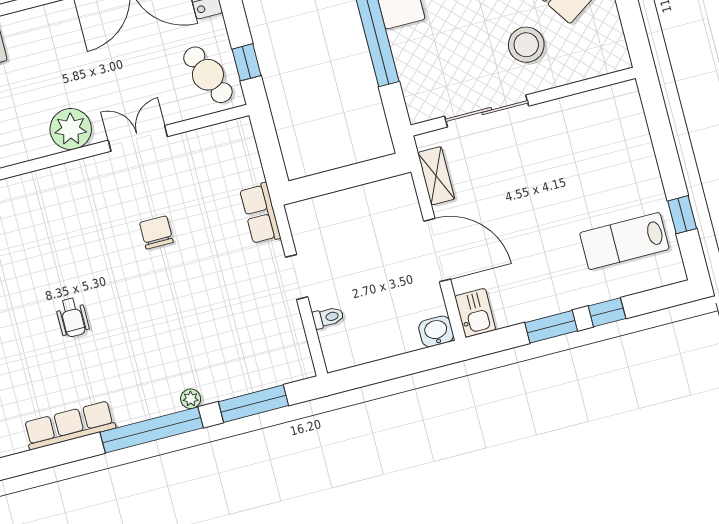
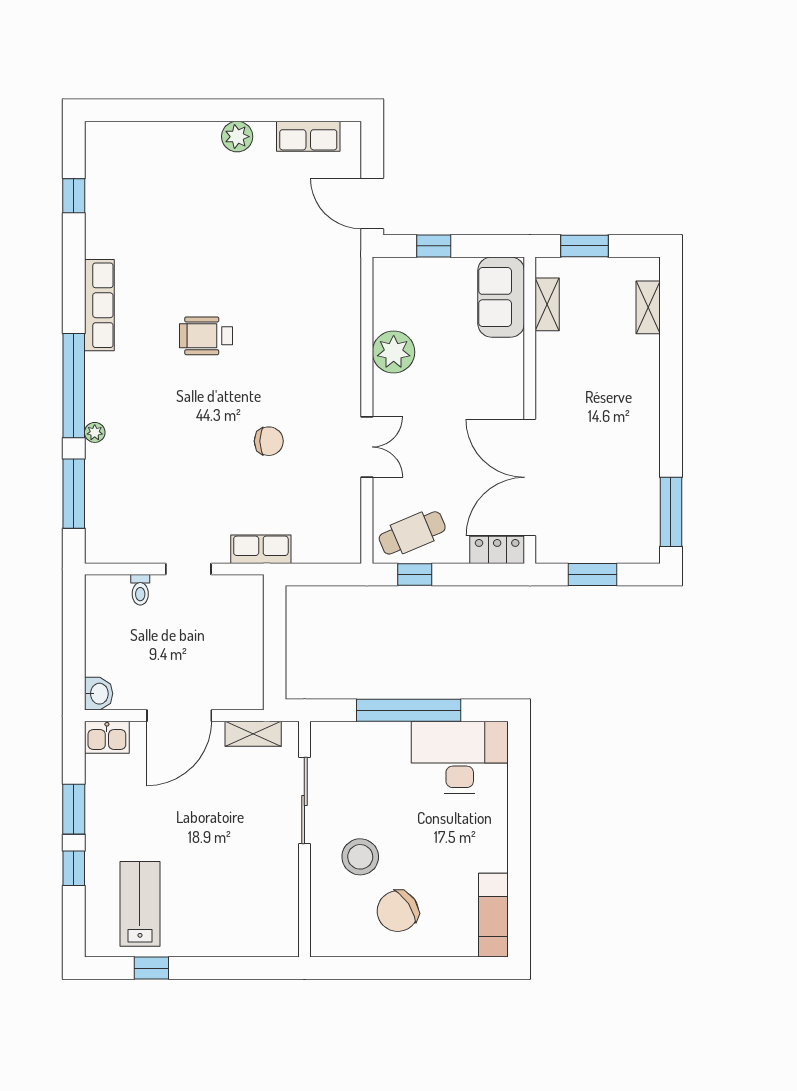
plant: (71, 129) -> (394, 352), moved
wheelchair: (72, 317) -> (206, 336), width x1.36, depth x1.37

